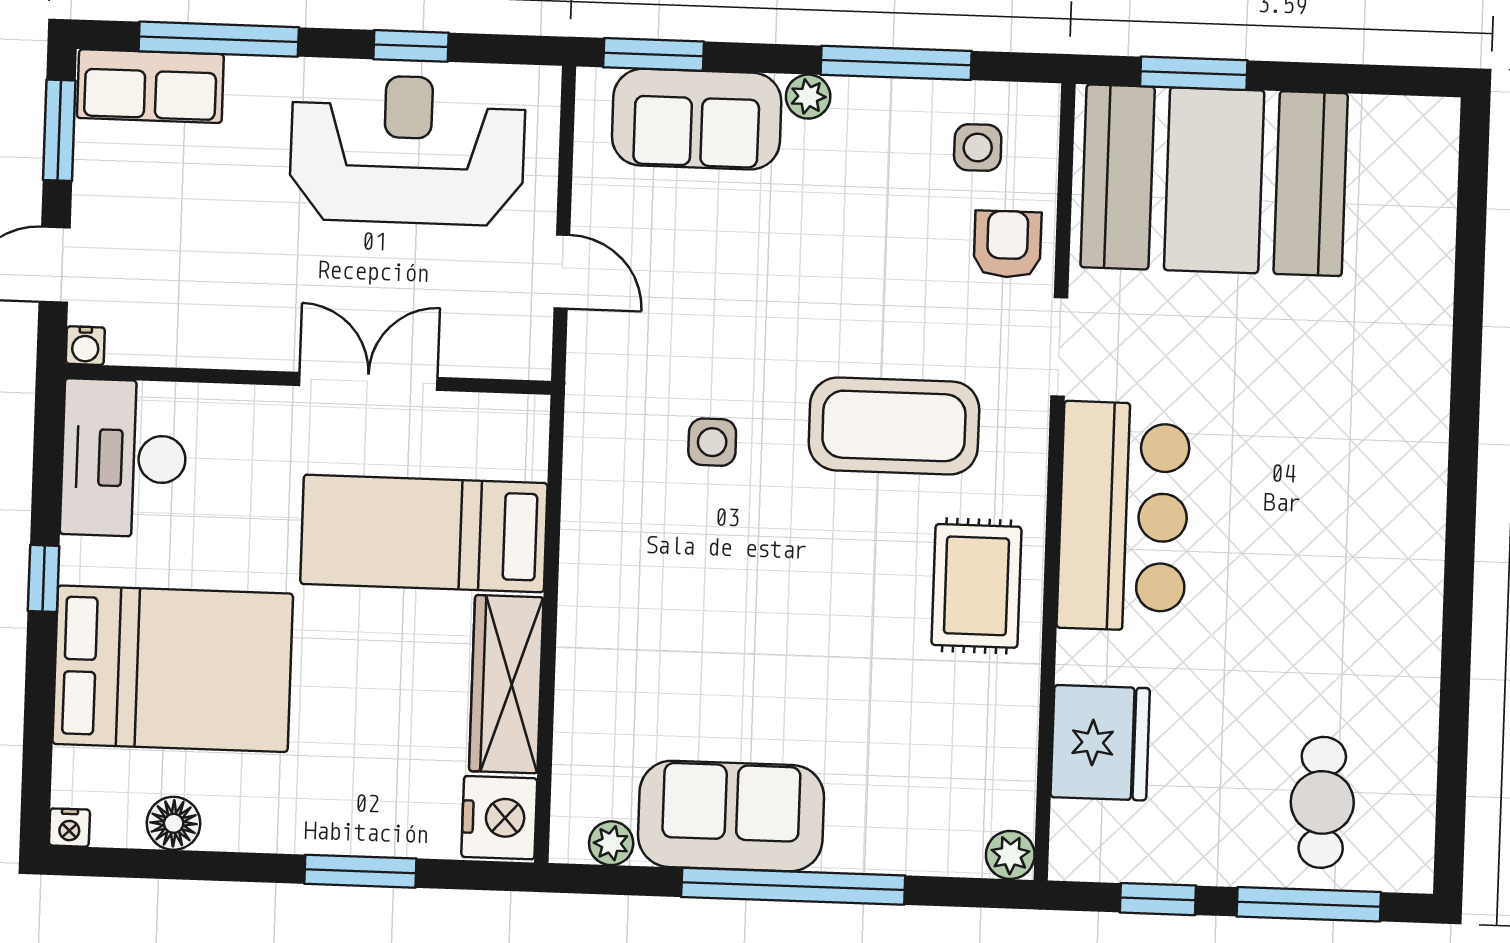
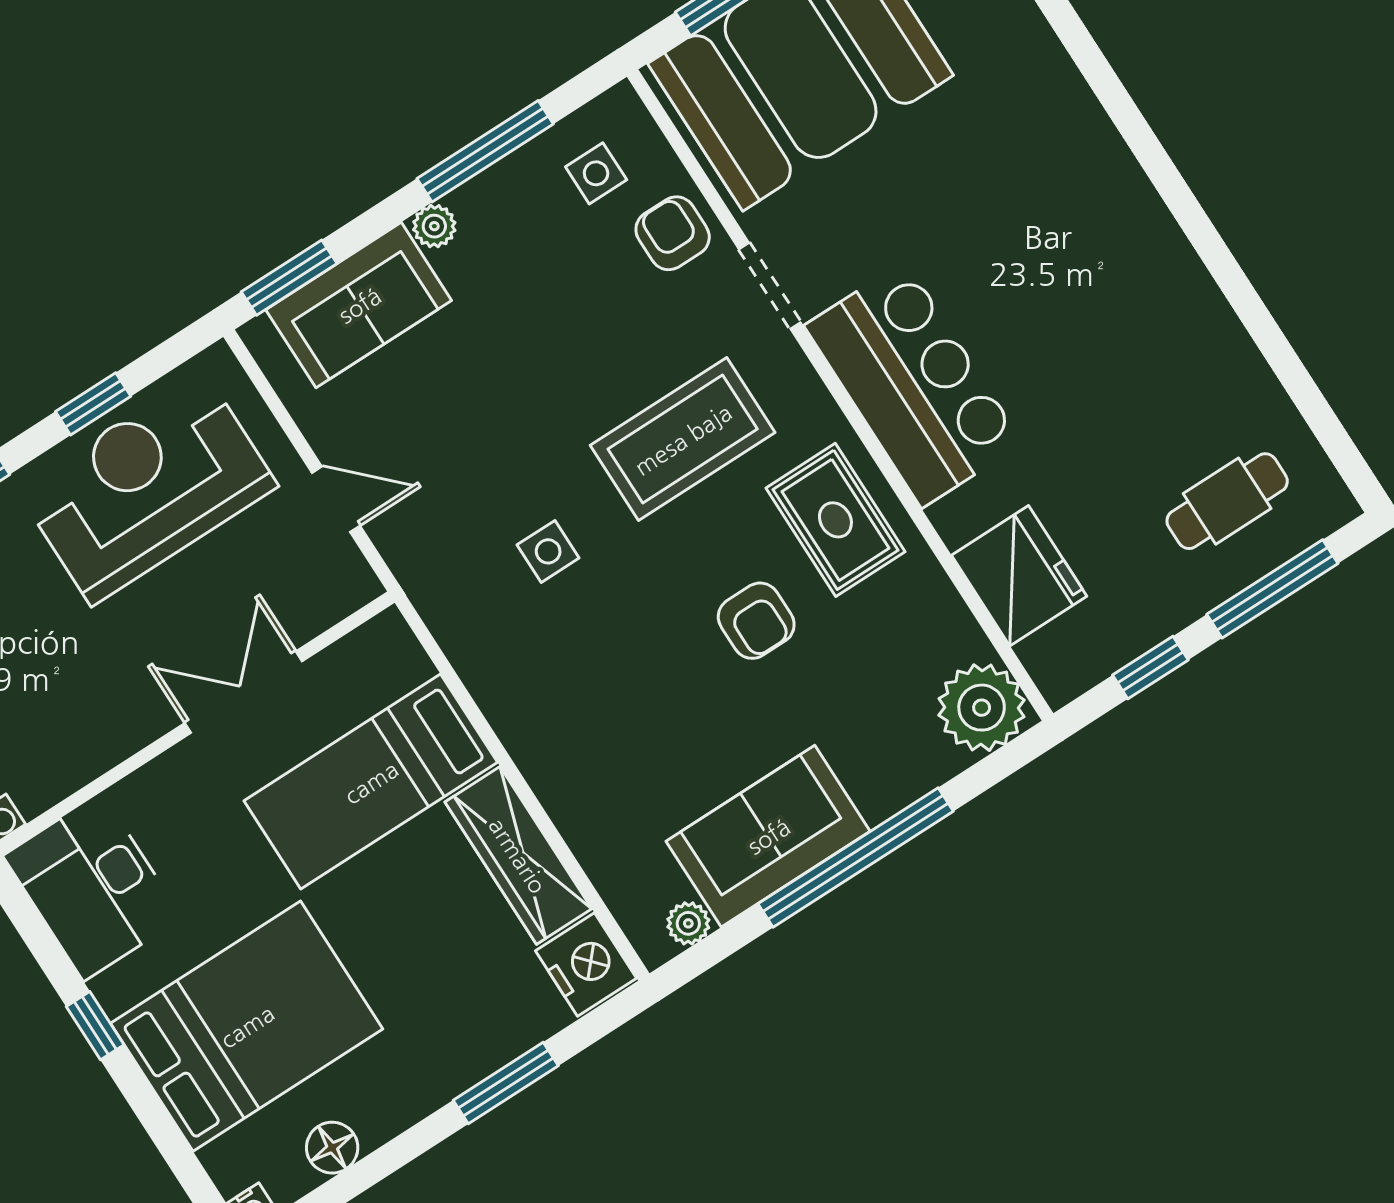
armchair: (849, 625) -> (756, 621), added
cafe table: (1322, 802) -> (1227, 501), turned 90
plant: (1010, 855) -> (982, 708), width x1.88, depth x1.88

